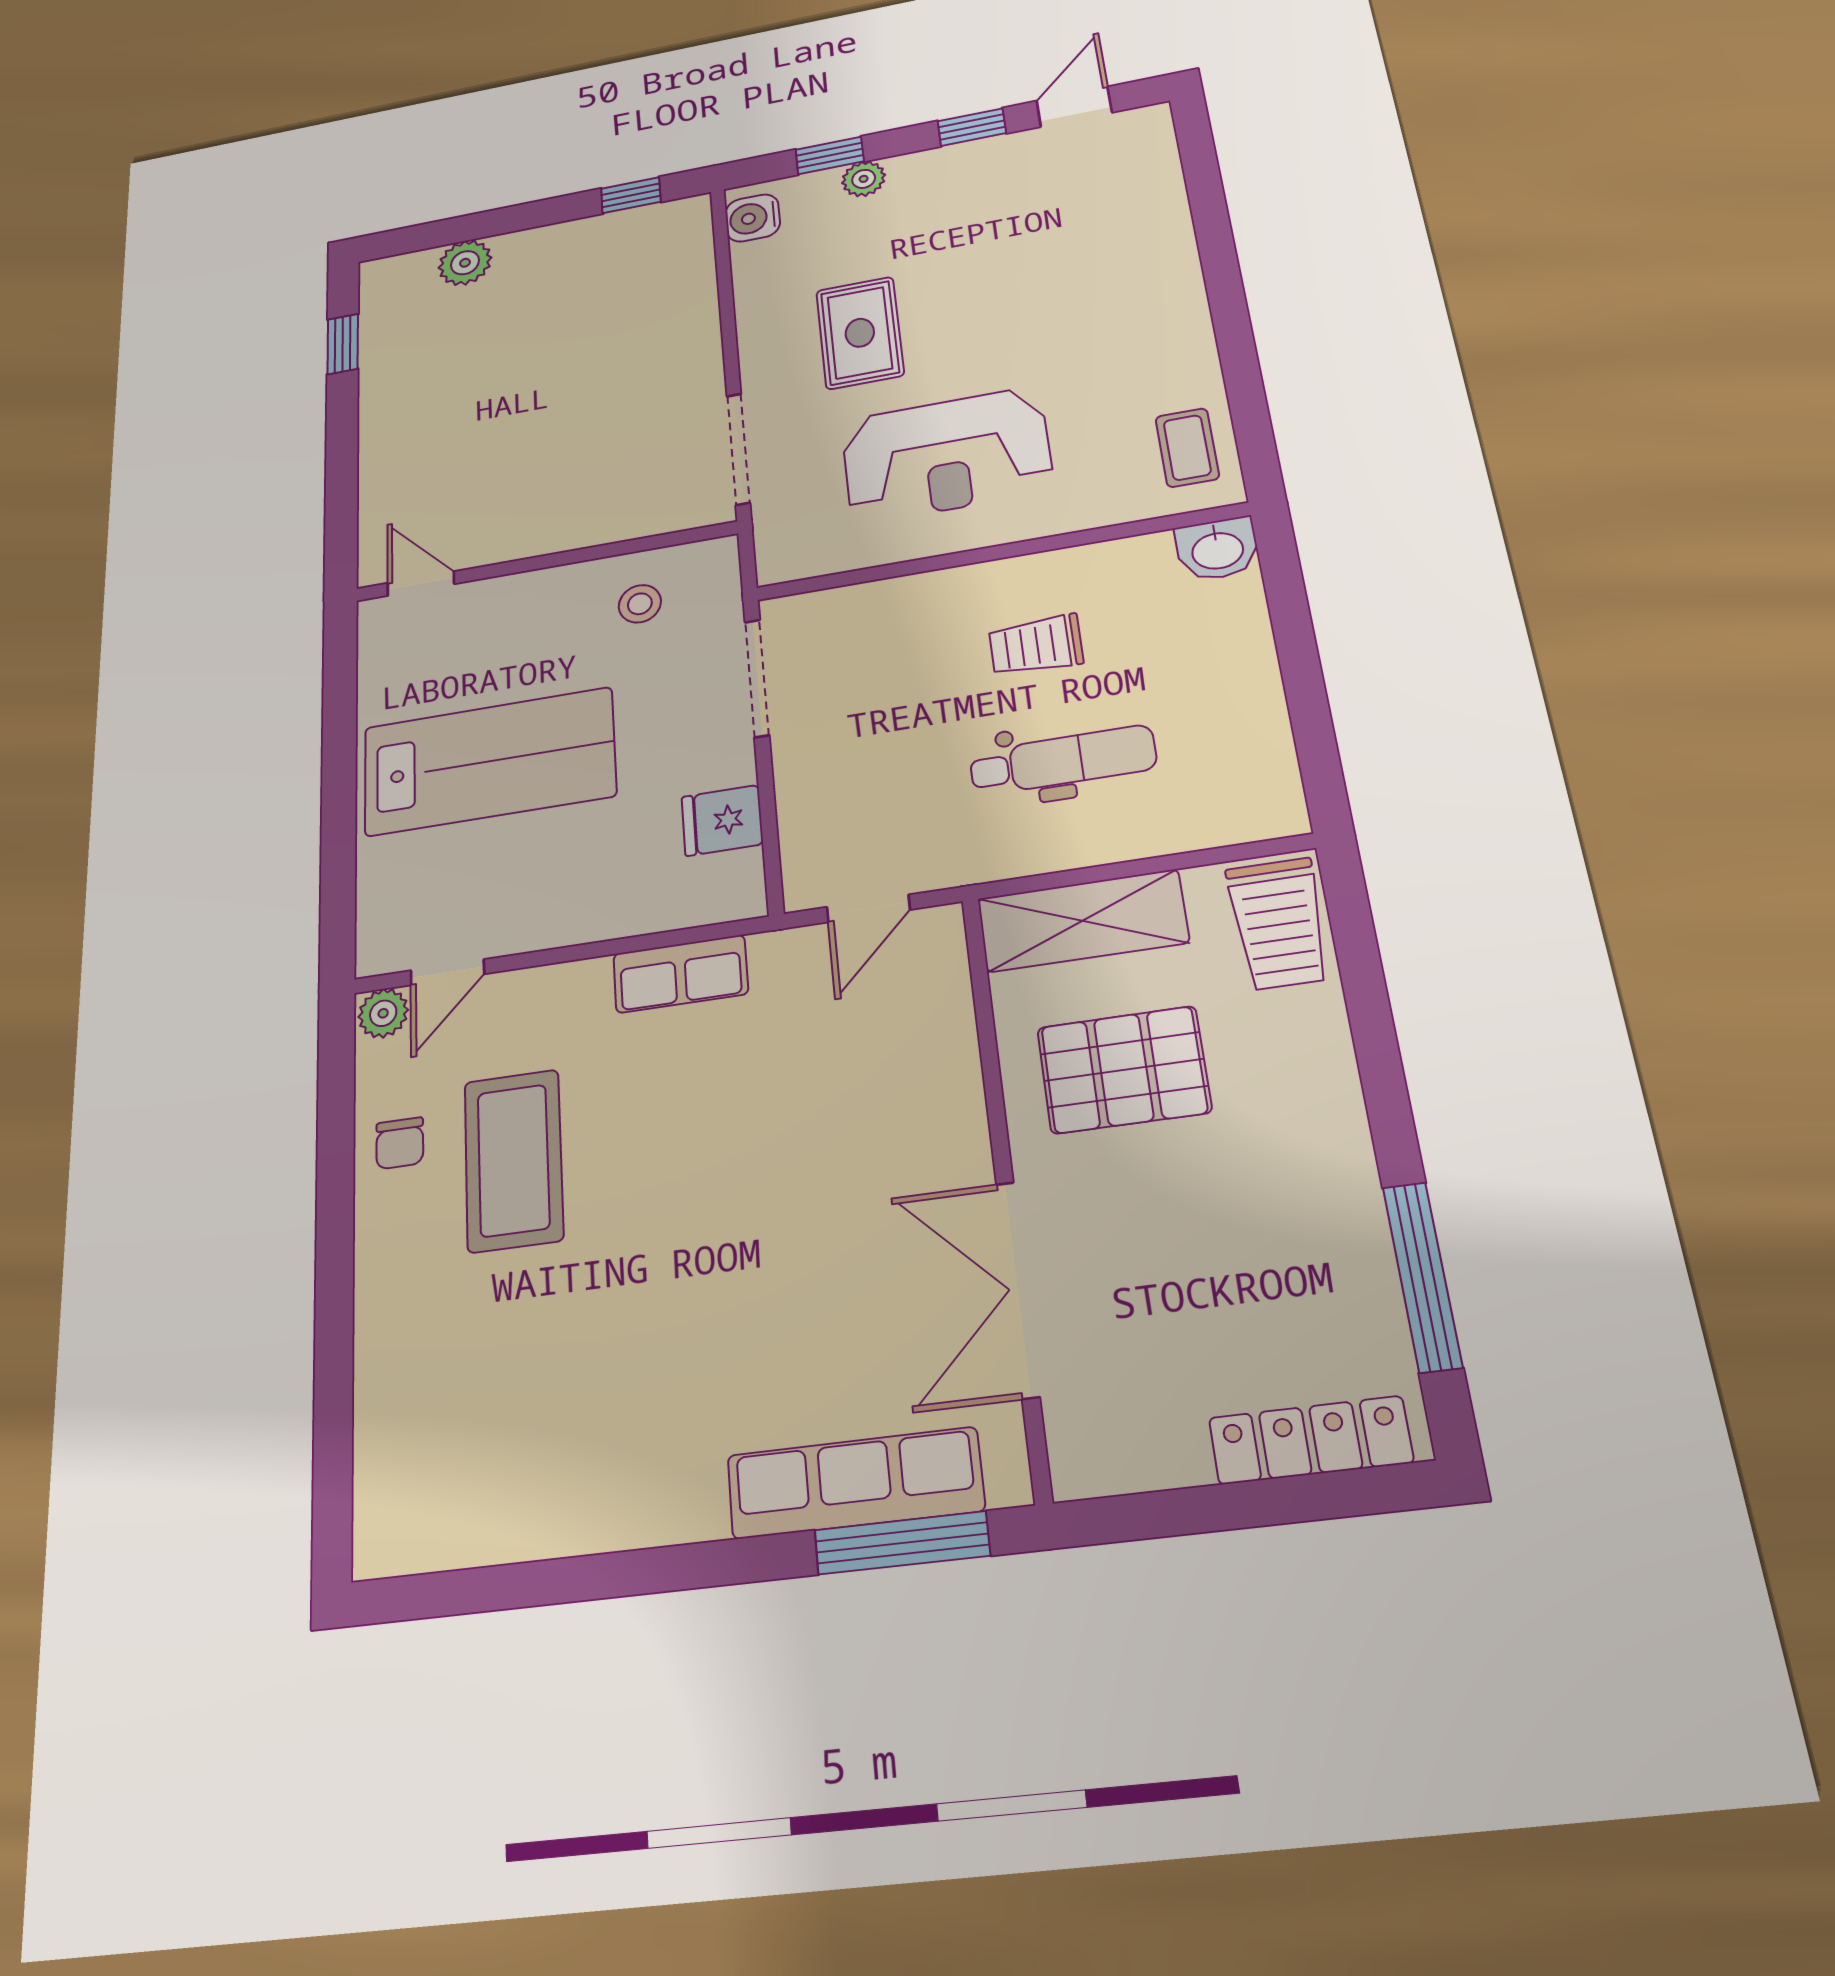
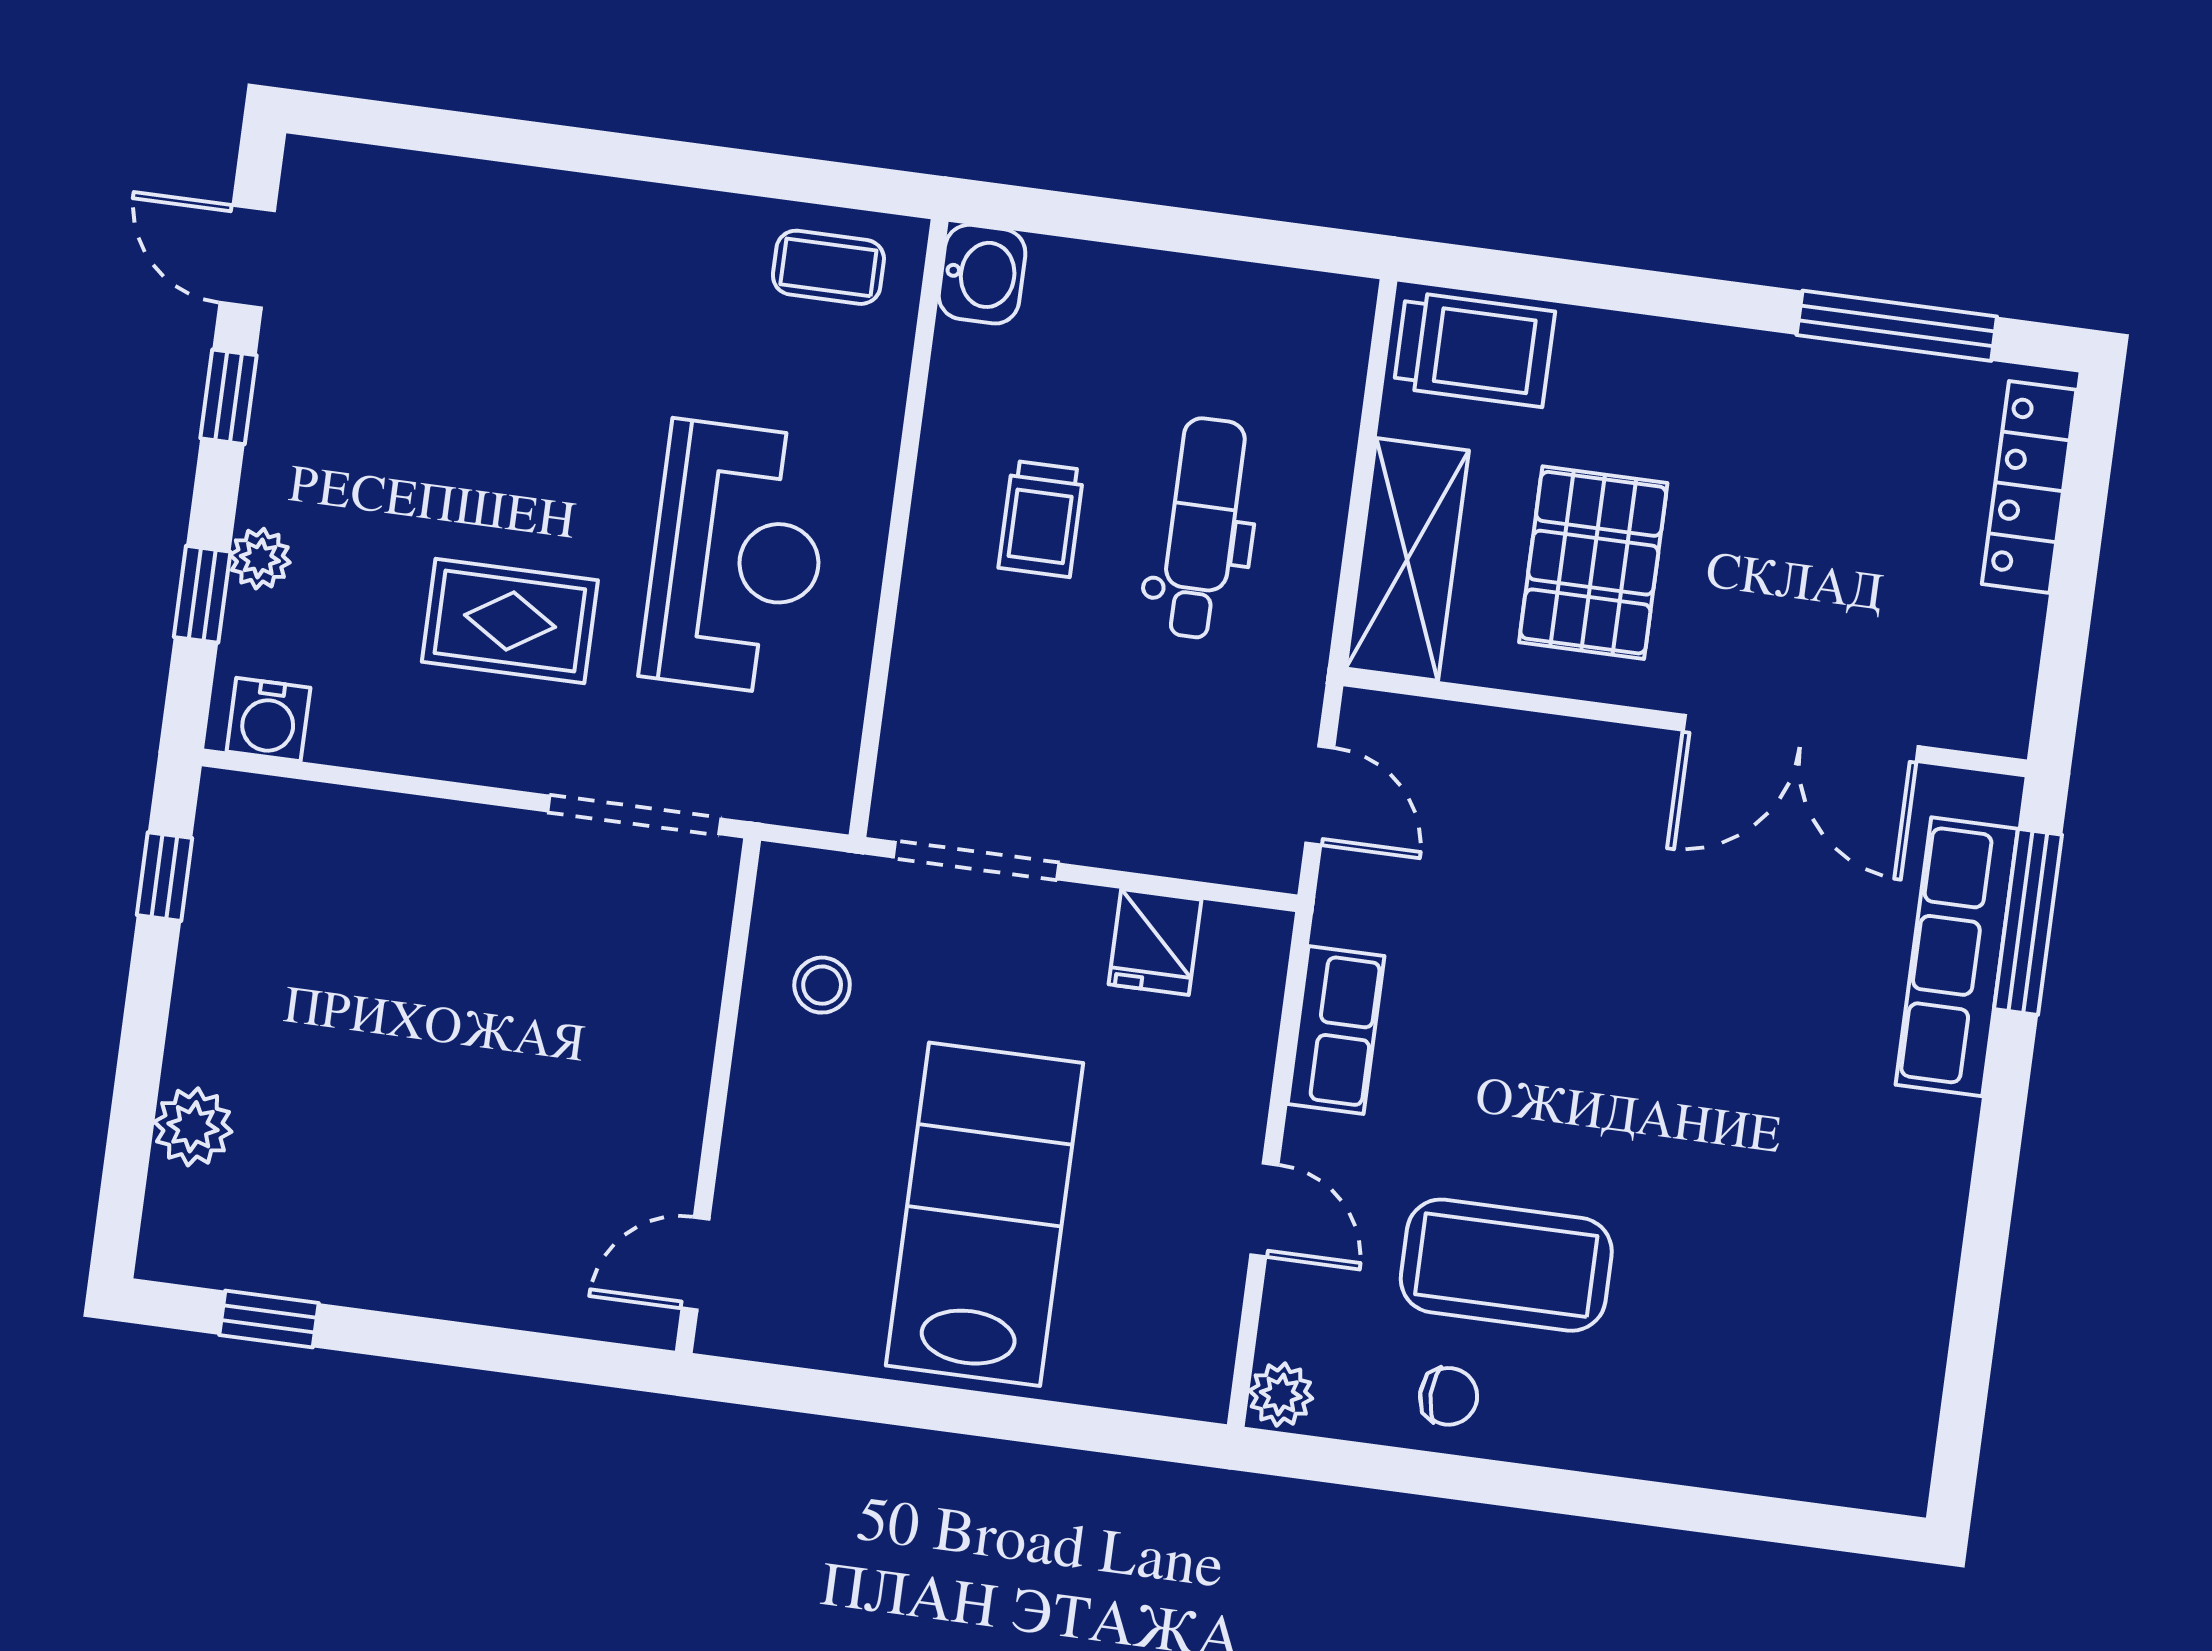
door: (447, 972) -> (1264, 1210), moved

